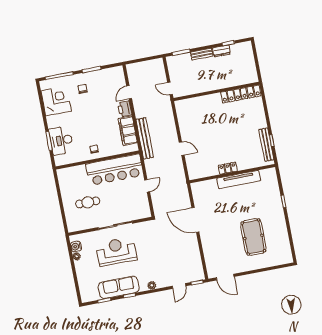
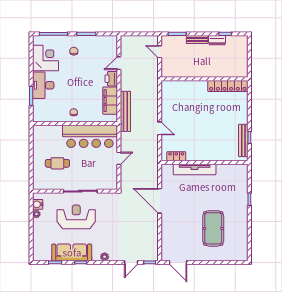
door: (170, 88) -> (160, 52), moved
desk: (61, 140) -> (43, 85), moved
locker: (228, 168) -> (176, 156), moved
tv unit: (239, 180) -> (195, 169), moved

